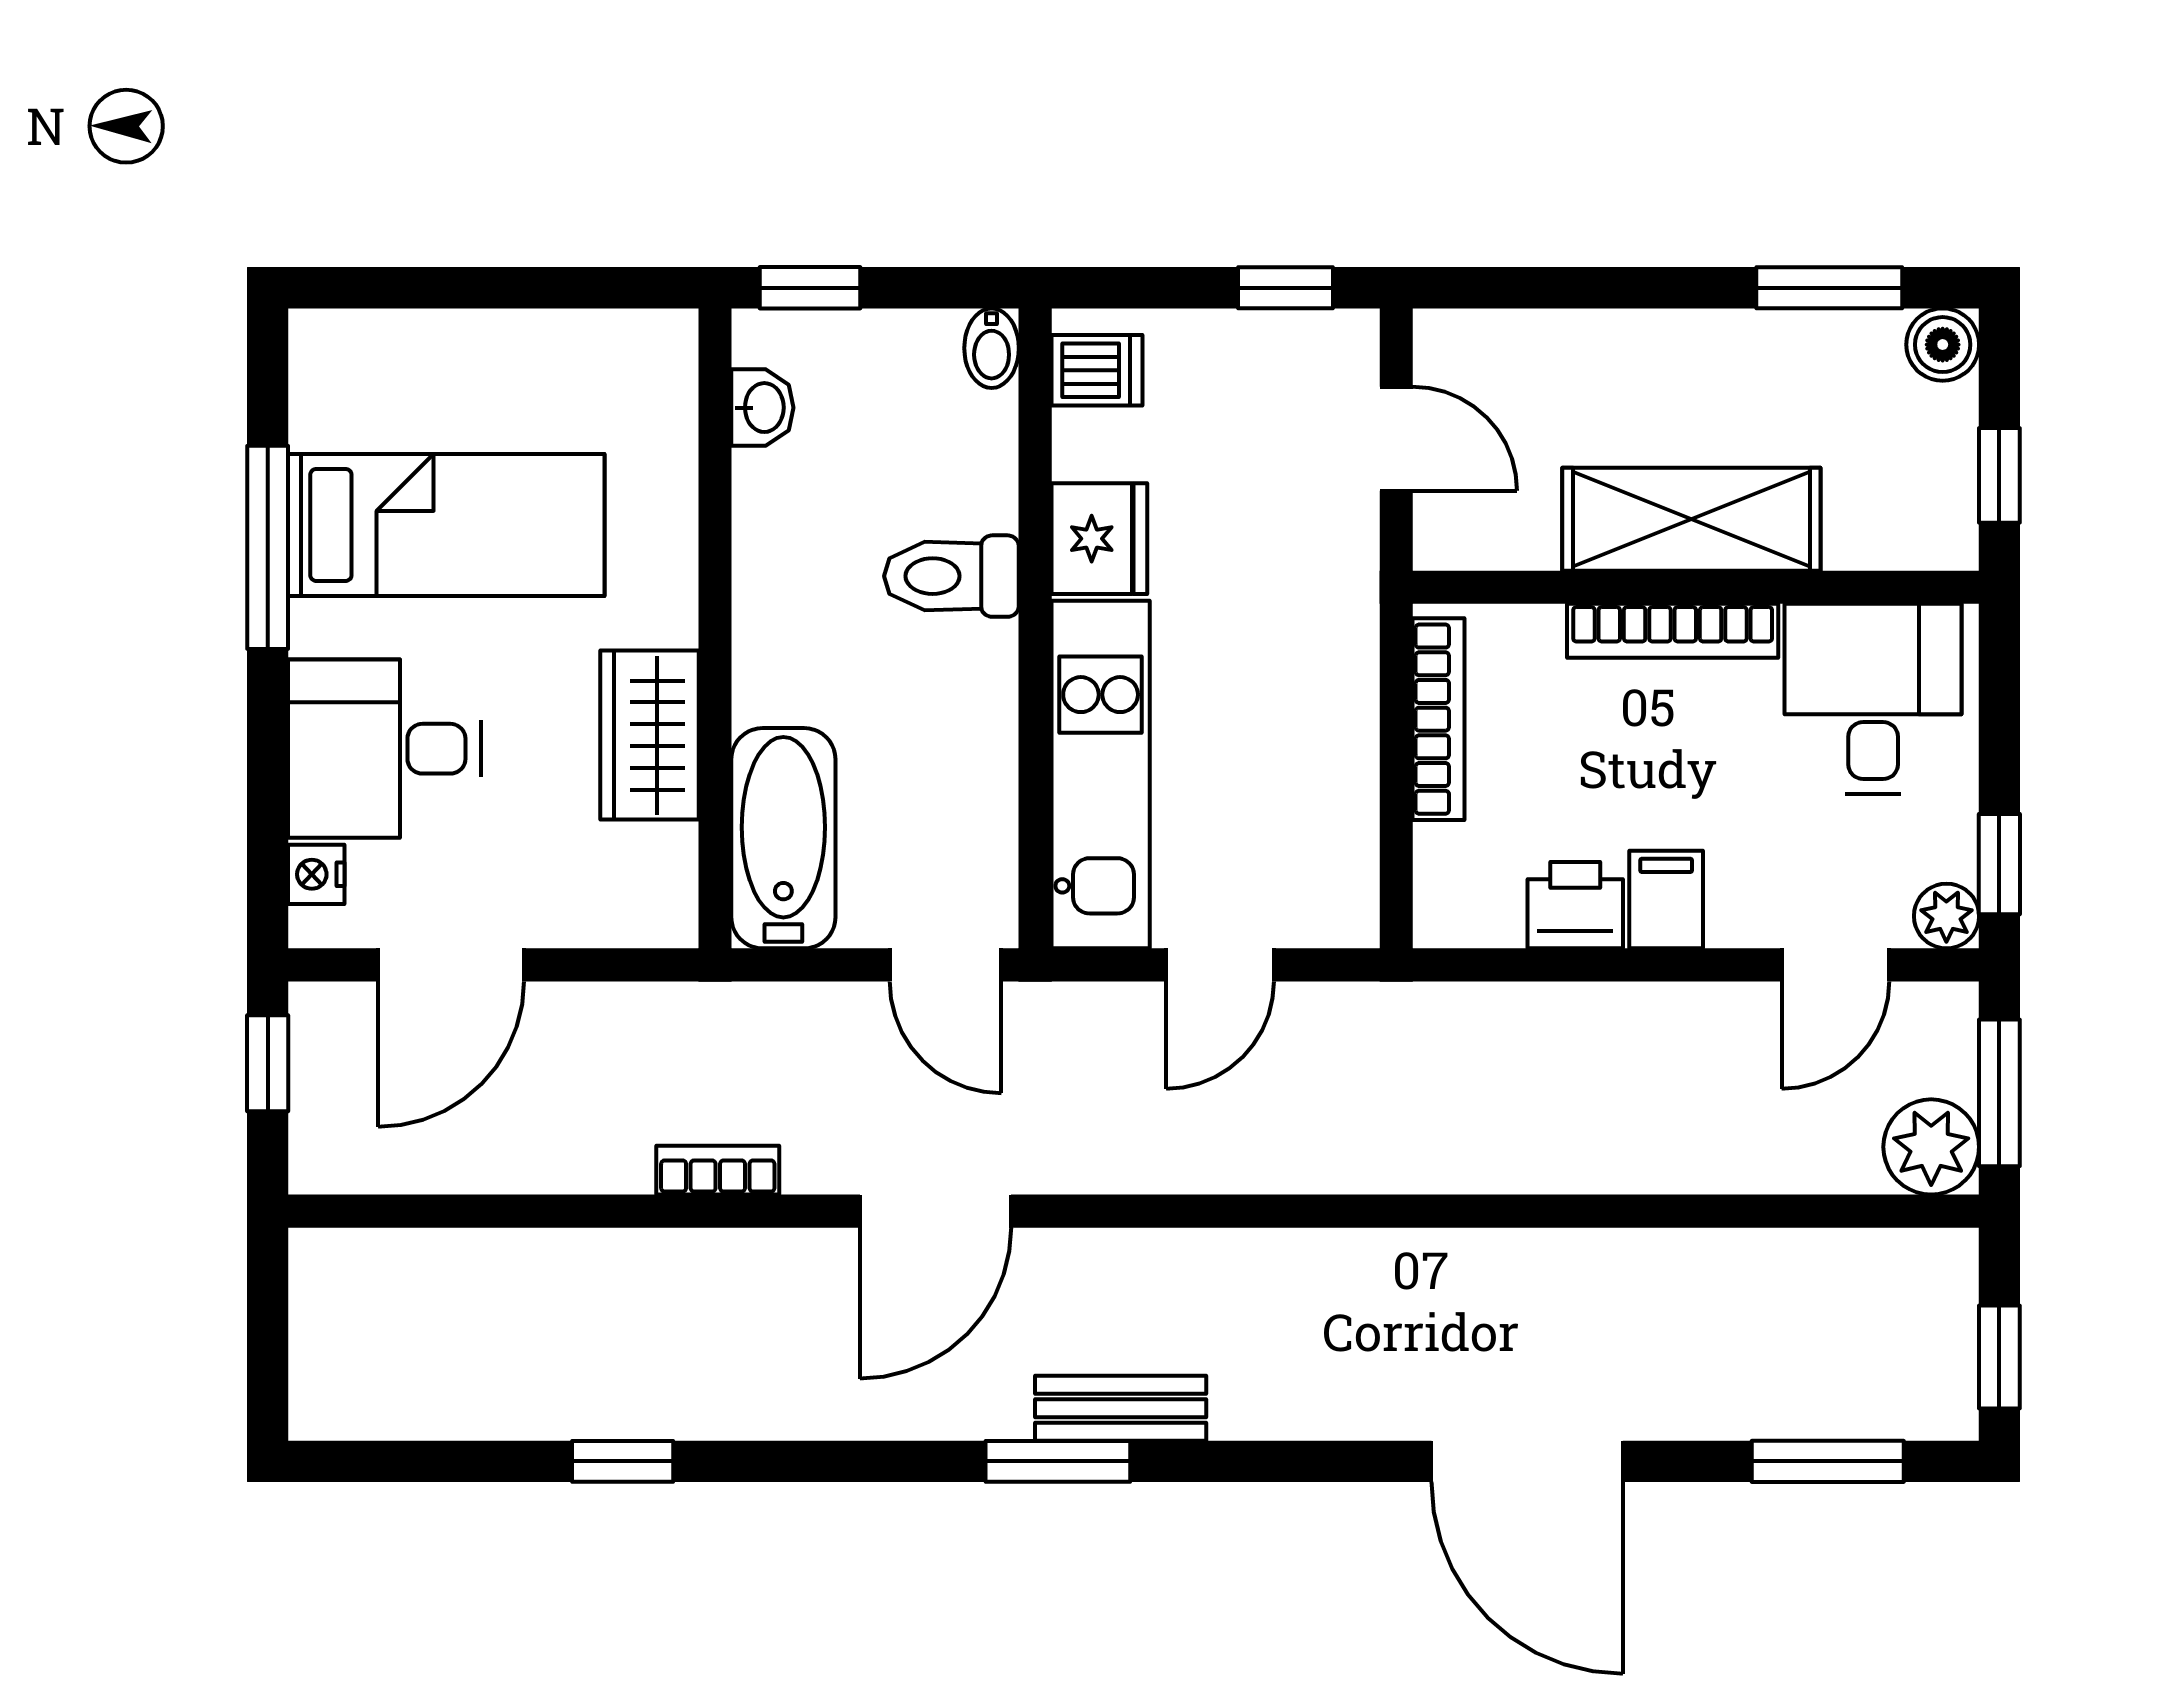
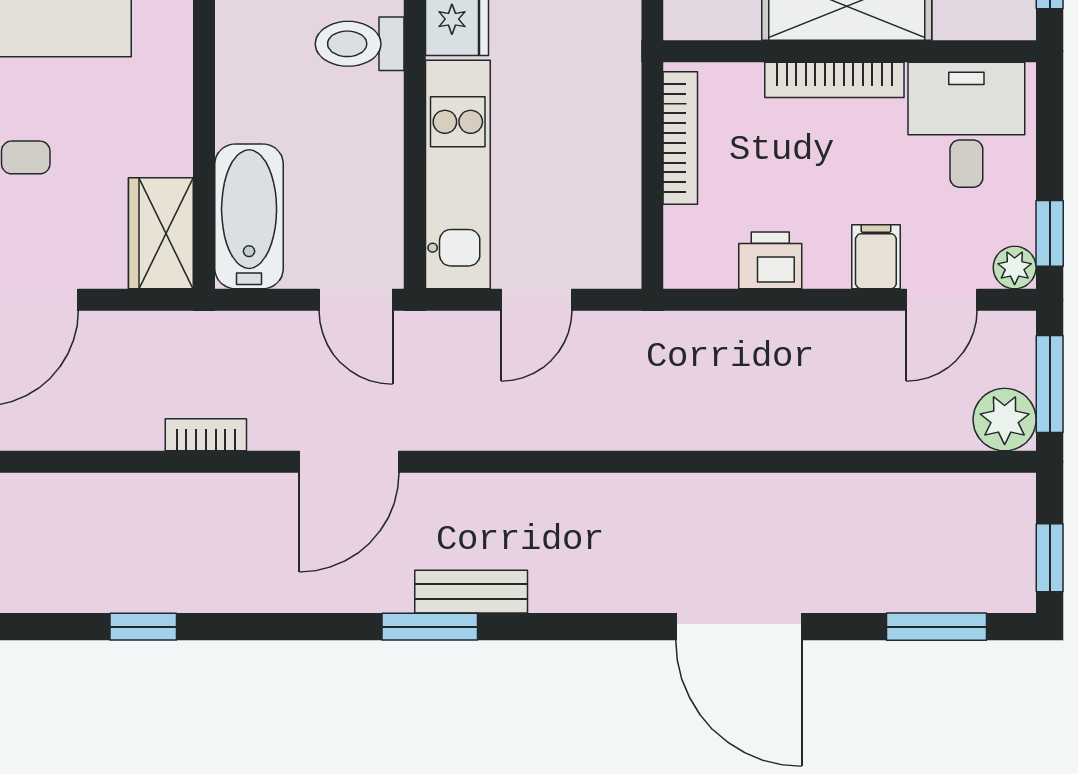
wardrobe: (650, 735) -> (161, 233), moved
filing cabinet: (1666, 900) -> (876, 257), moved

